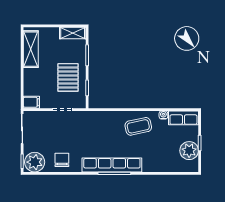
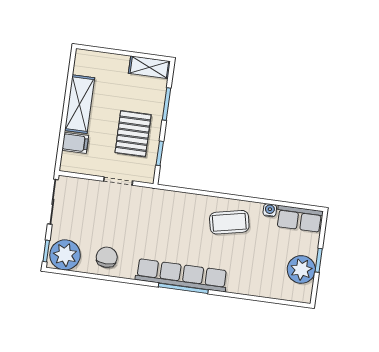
shelving: (31, 49) -> (80, 104), moved
filing cabinet: (31, 102) -> (75, 143), moved

